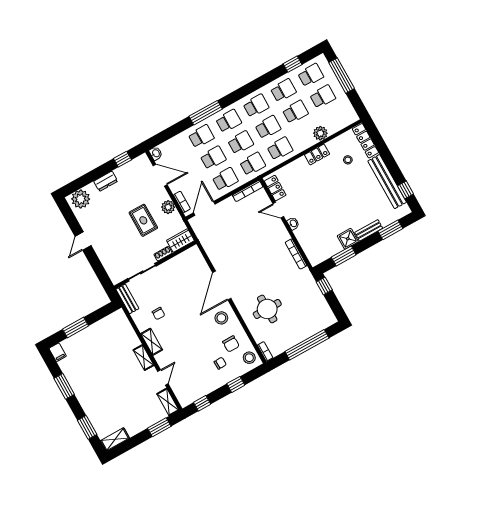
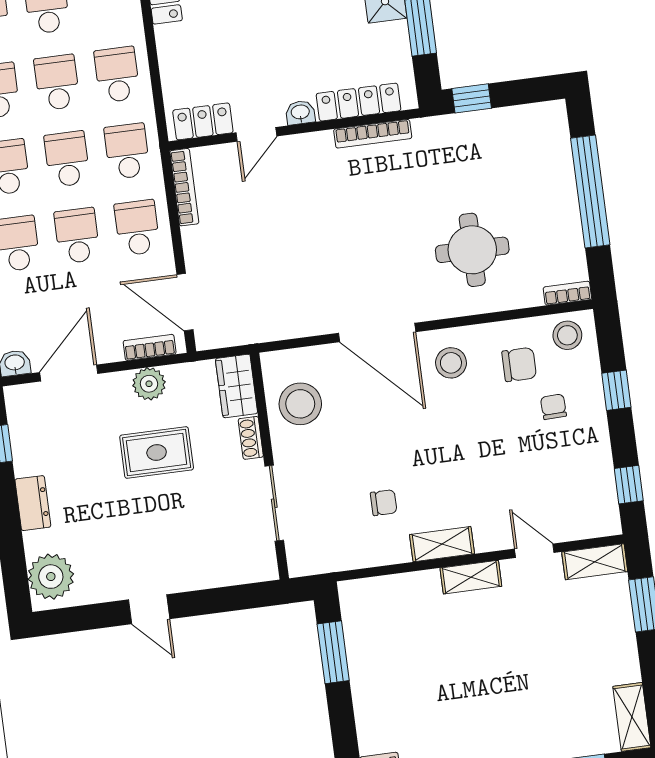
locker: (306, 244) -> (359, 102), added
stool: (183, 267) -> (300, 404), added
bench: (127, 299) -> (322, 560), removed
window: (76, 328) -> (333, 652), moved

